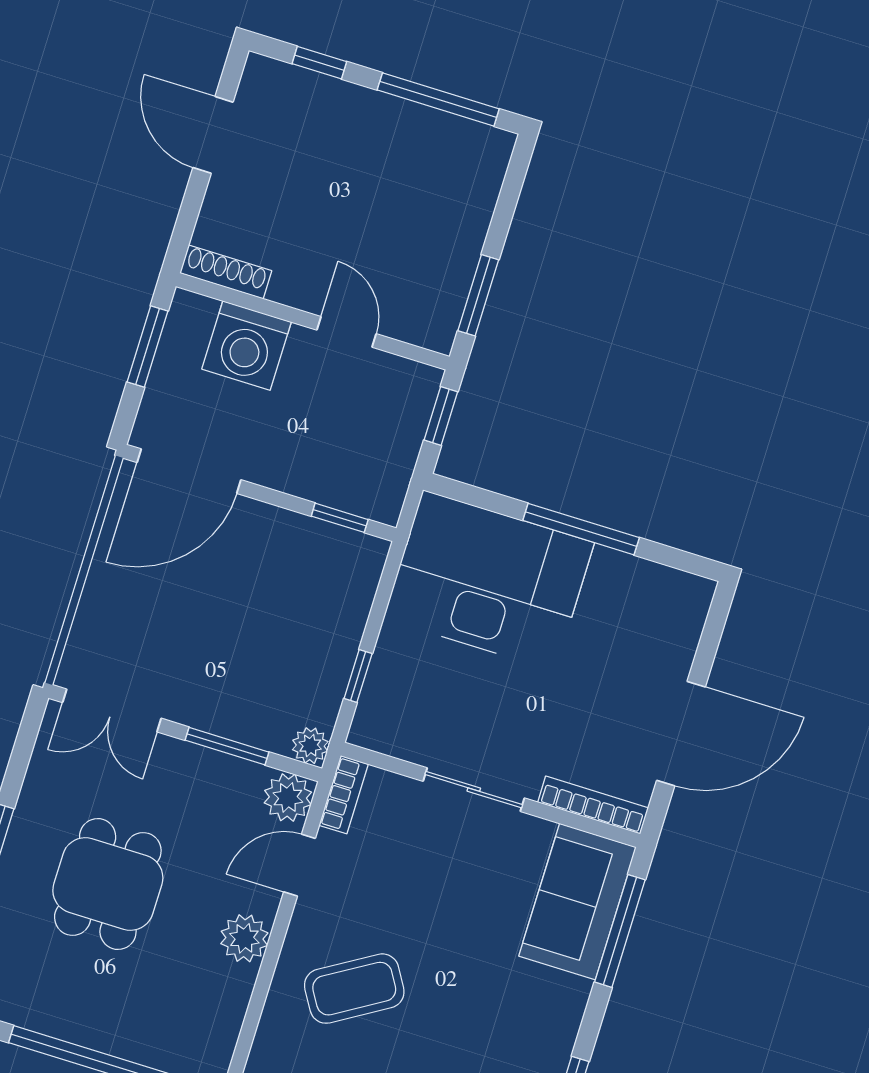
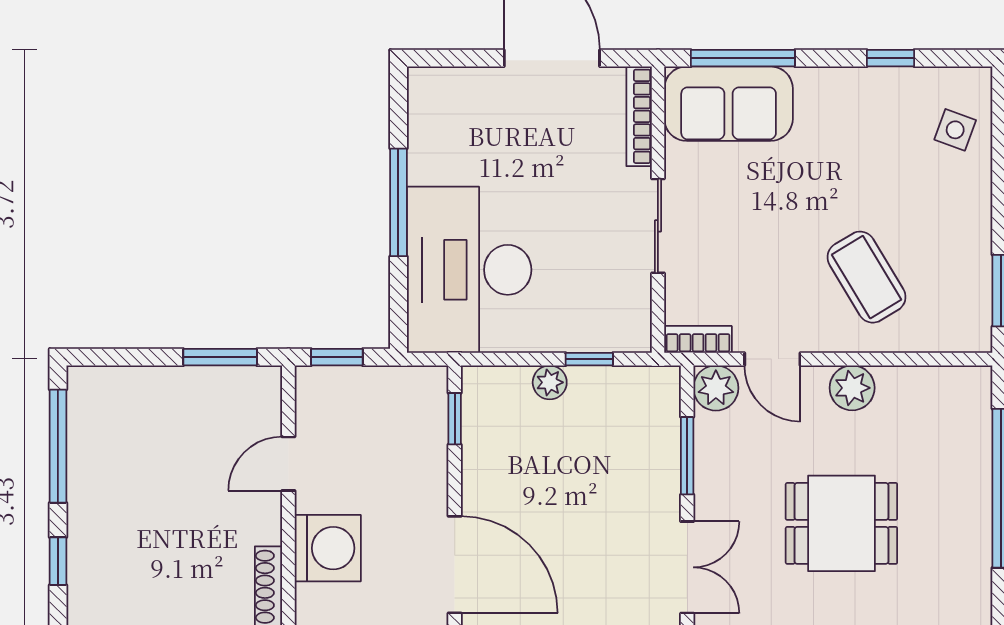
plant: (310, 746) -> (550, 382), moved

